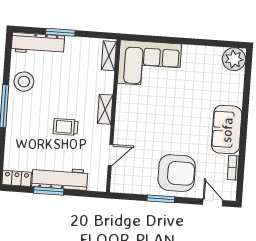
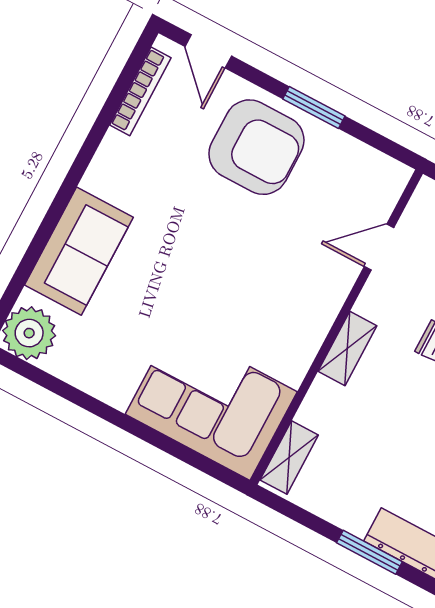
sofa: (227, 130) -> (79, 251), moved
bookcase: (233, 168) -> (140, 91), width x1.56
armchair: (177, 173) -> (256, 147), turned 180

